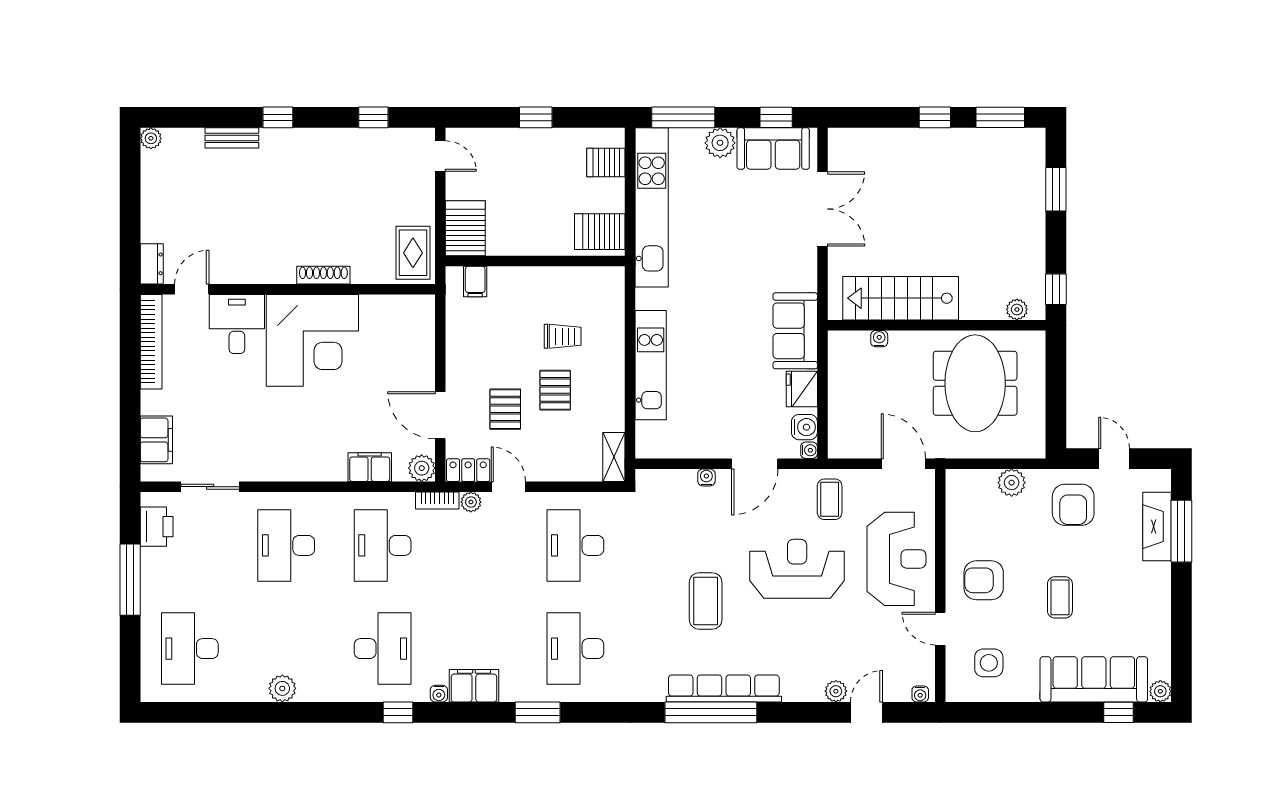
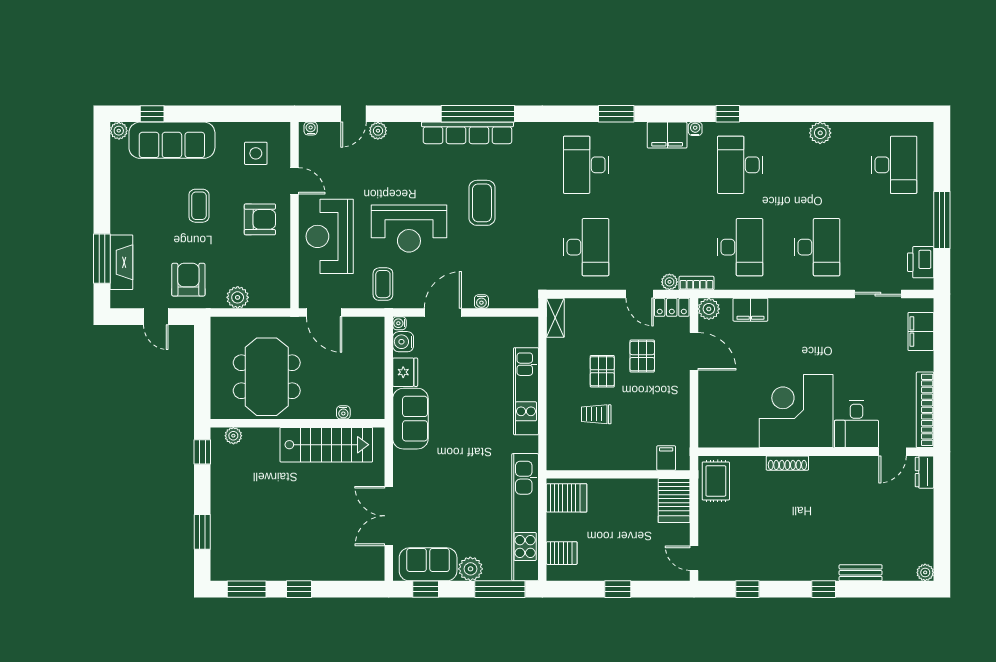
desk: (575, 649) -> (586, 165), turned 180

